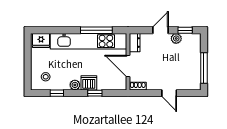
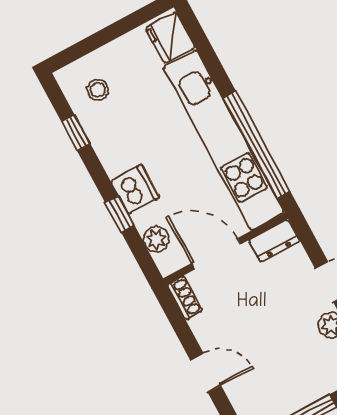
window: (96, 30) -> (256, 145), width x1.46
door: (128, 66) -> (216, 254), hinge flipped
plant: (75, 85) -> (156, 239), moved
door: (169, 93) -> (206, 373), swing flipped

